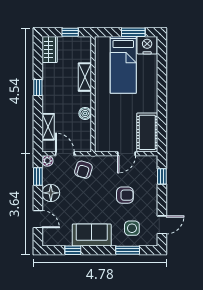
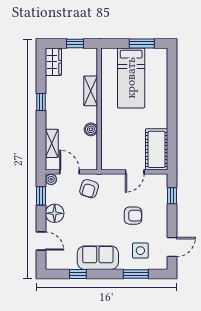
nightstand: (147, 45) -> (156, 57), removed

